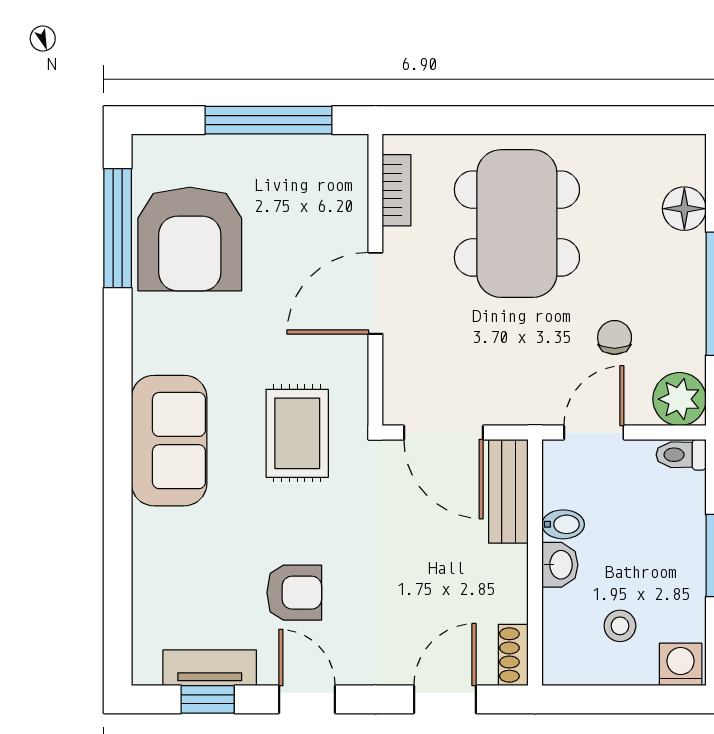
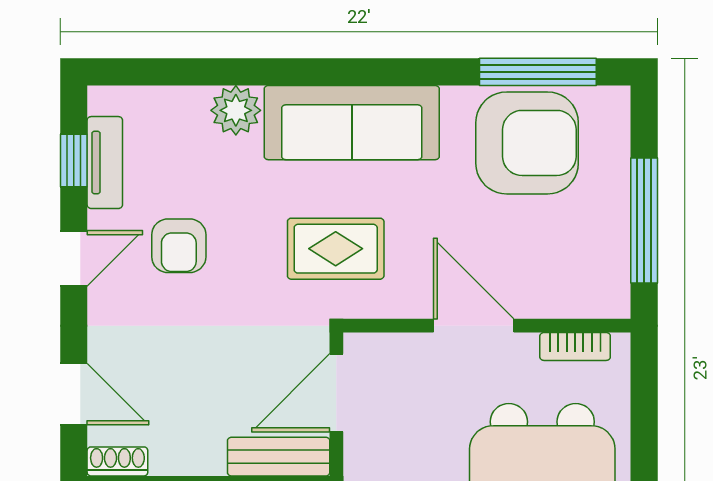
armchair: (190, 239) -> (527, 143), turned 180
sofa: (169, 441) -> (352, 123), width x1.36
plant: (157, 535) -> (236, 110), added

